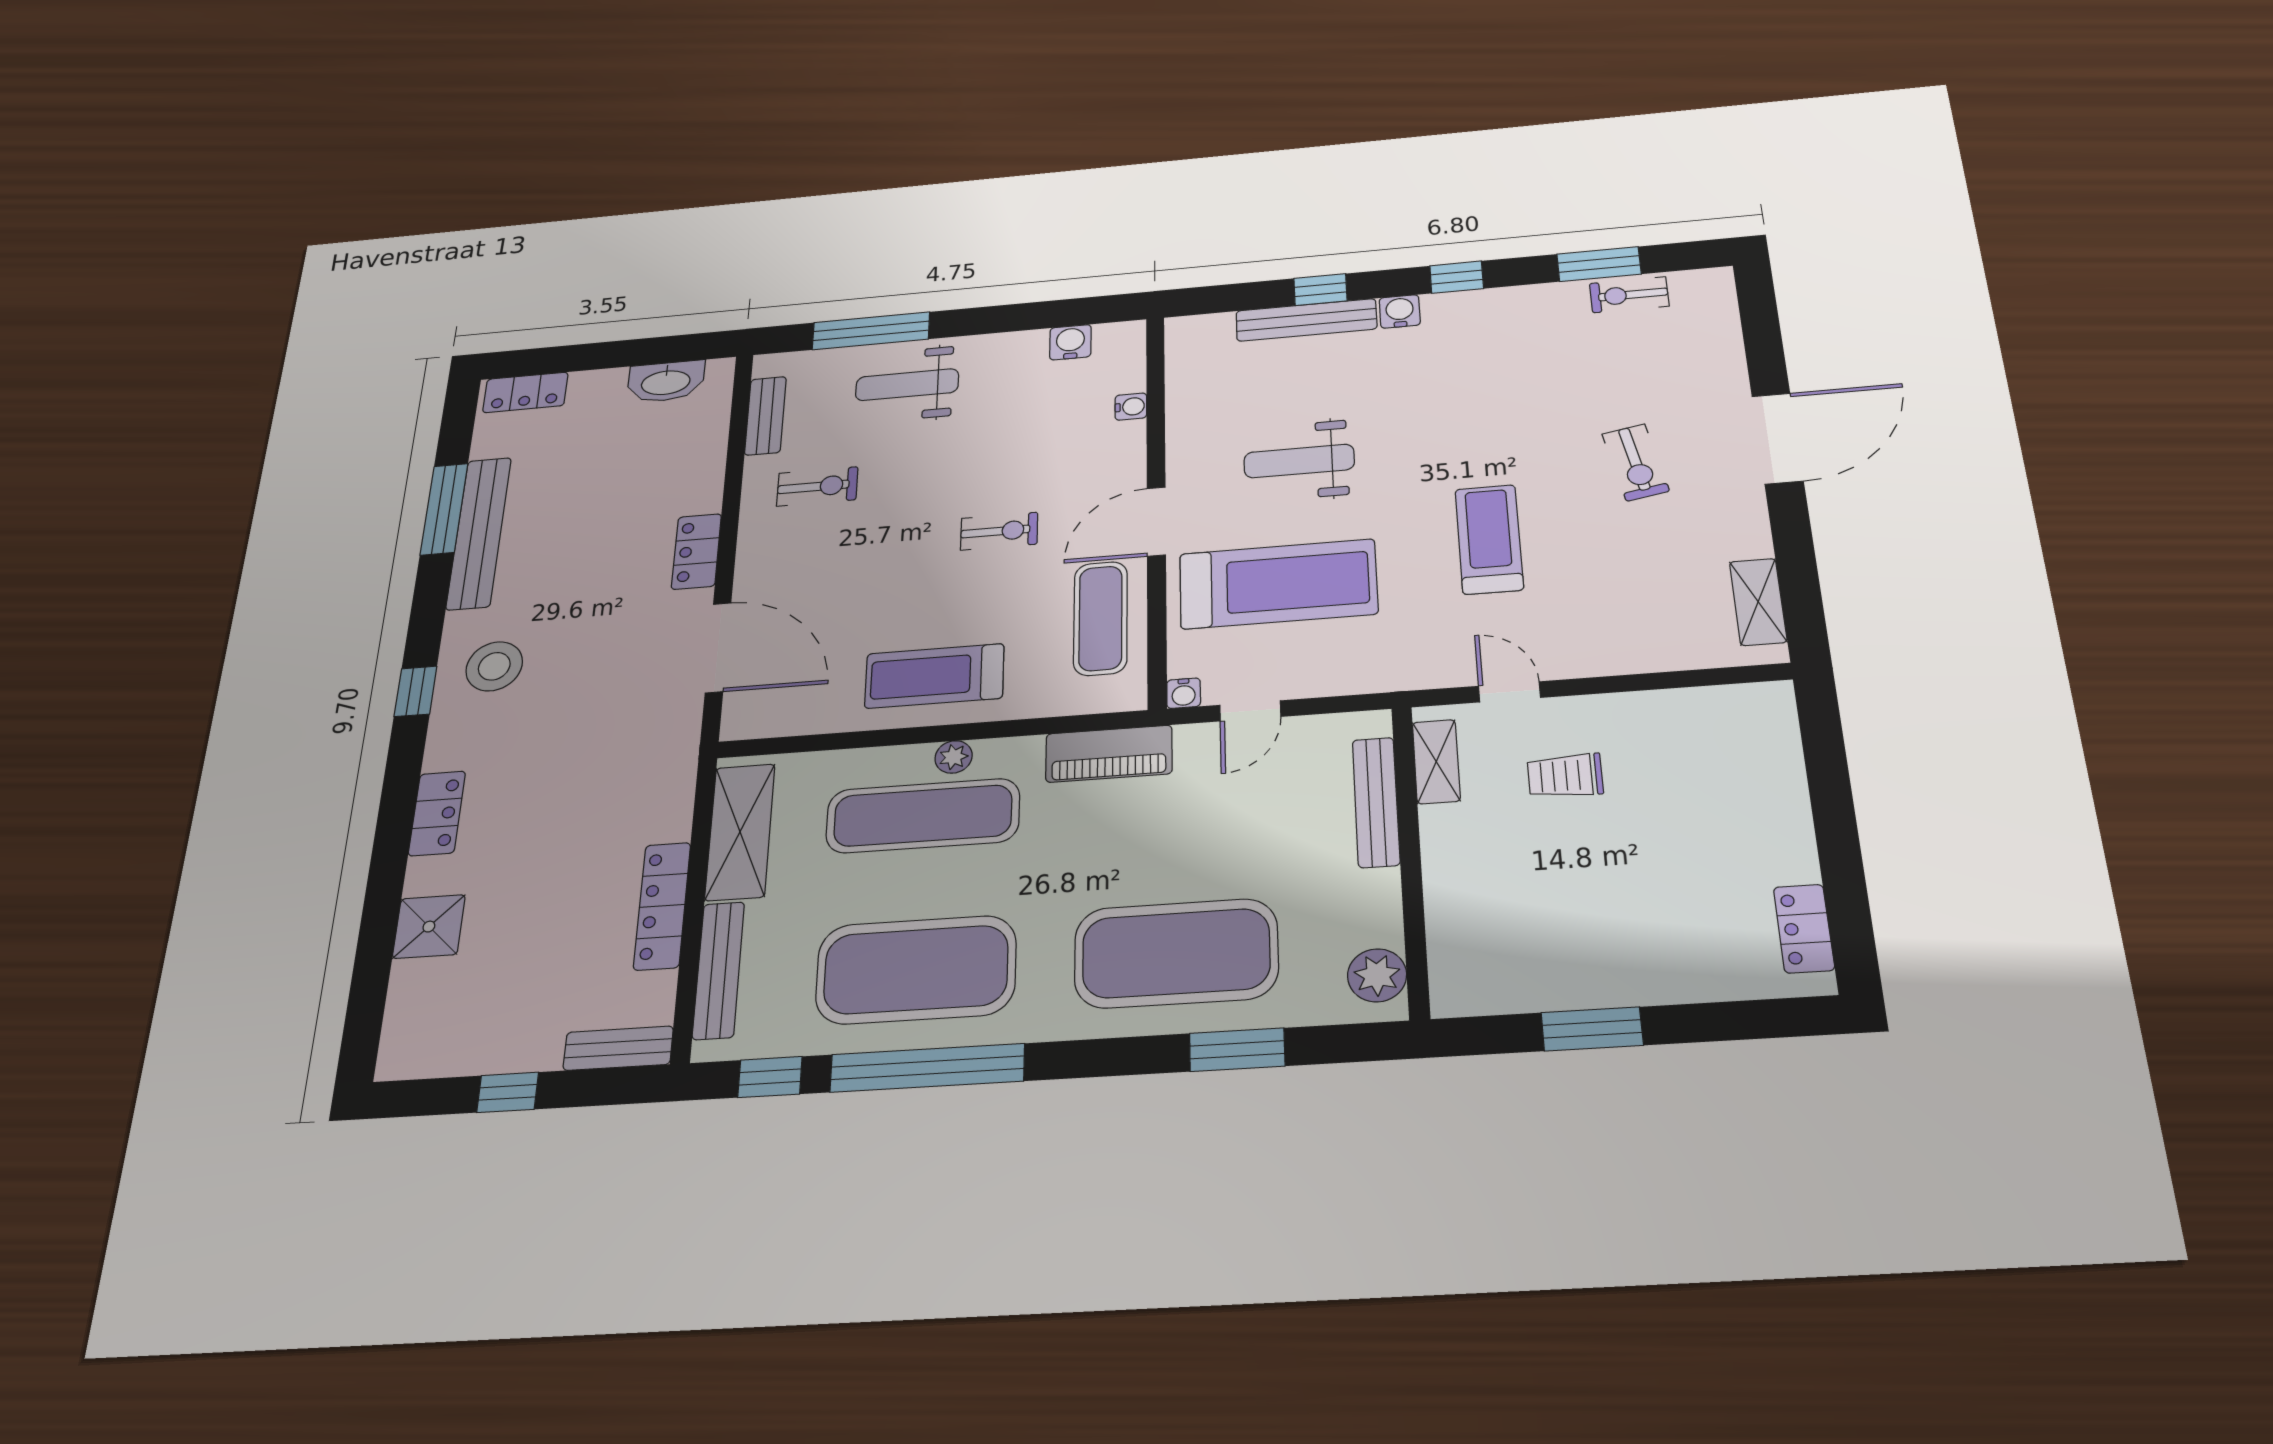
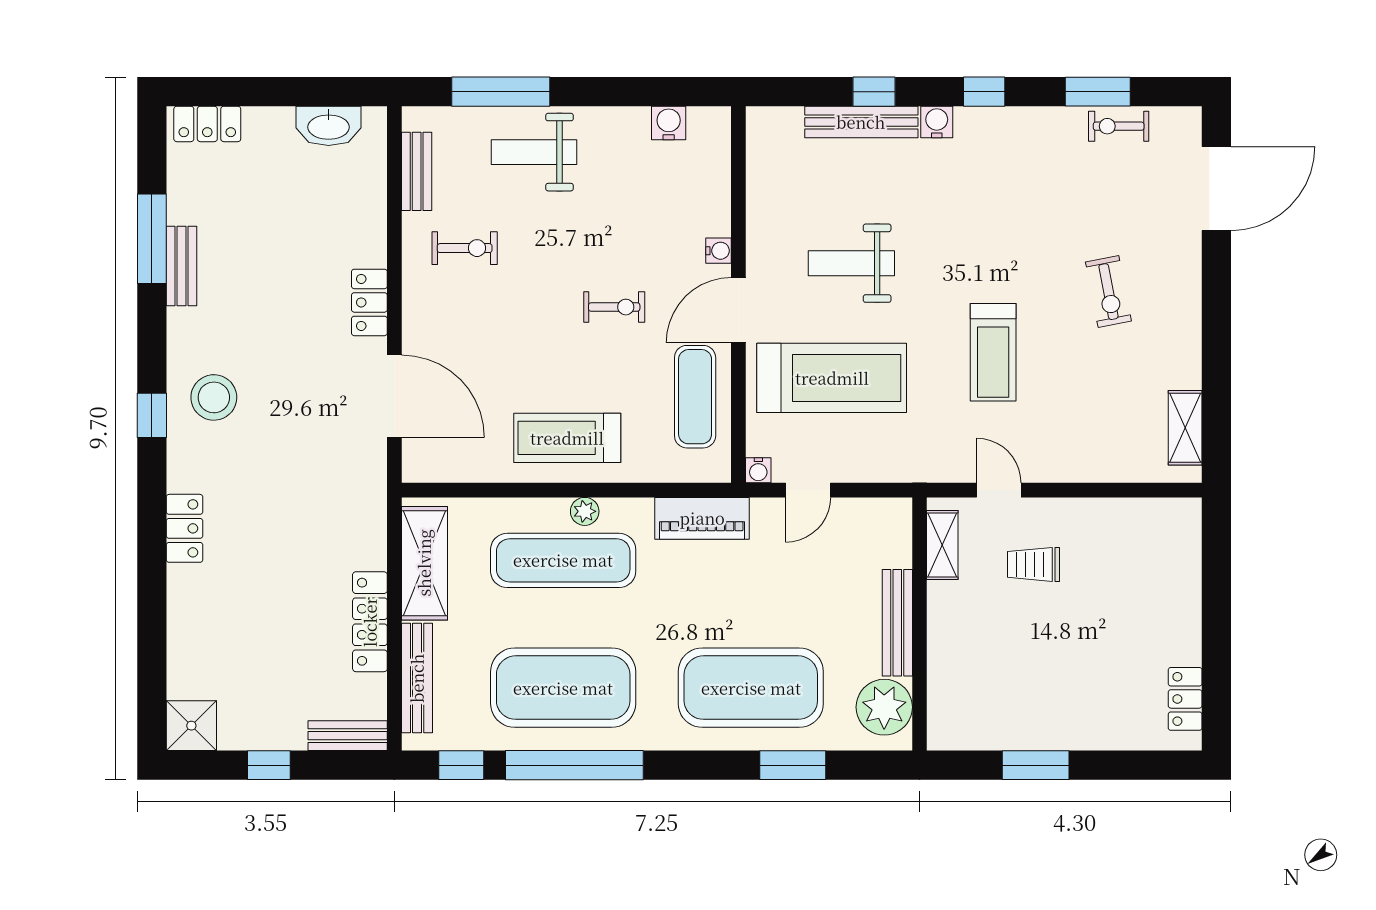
water cooler: (1131, 407) -> (718, 251), moved
door: (1778, 438) -> (1216, 189), moved
bench: (479, 533) -> (182, 266), width x0.54, depth x0.82
treadmill: (1489, 539) -> (993, 352), turned 180
bench: (1376, 802) -> (897, 623), moved
shower: (429, 927) -> (191, 726), moved
plant: (1377, 975) -> (884, 707), width x1.36, depth x1.36

